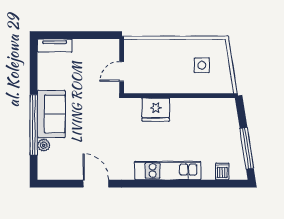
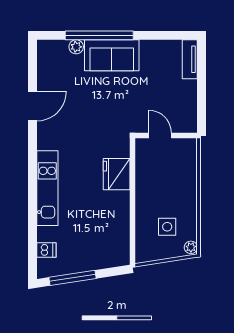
plant: (220, 45) -> (191, 247), added

